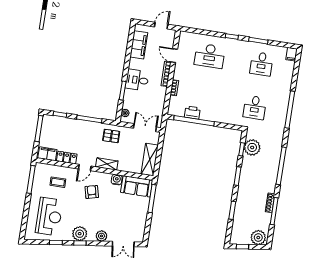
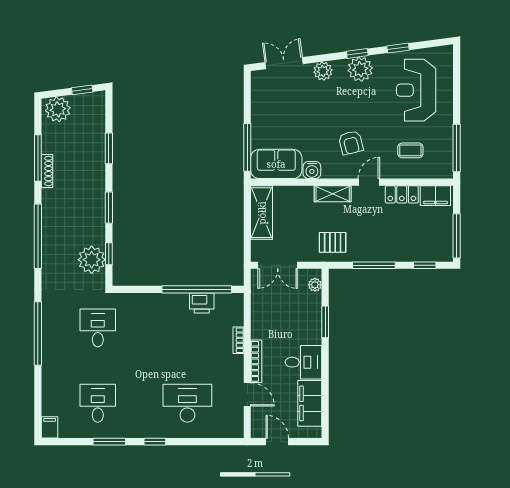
door: (161, 26) -> (277, 442), swing flipped
desk: (137, 80) -> (303, 362), moved

